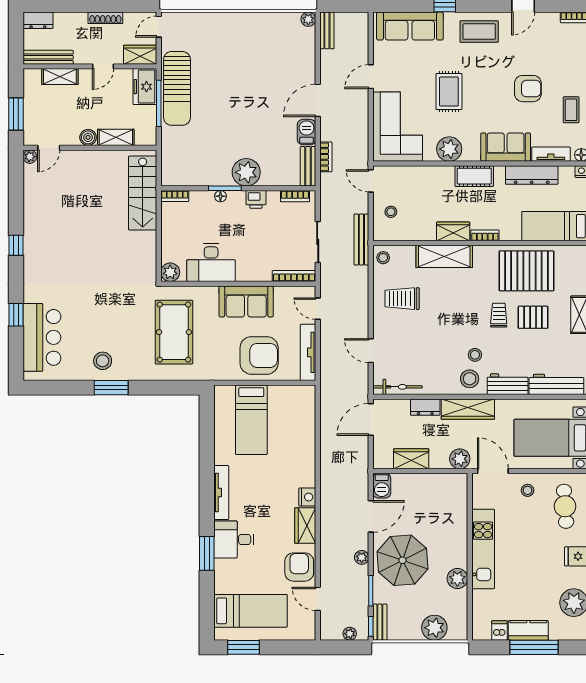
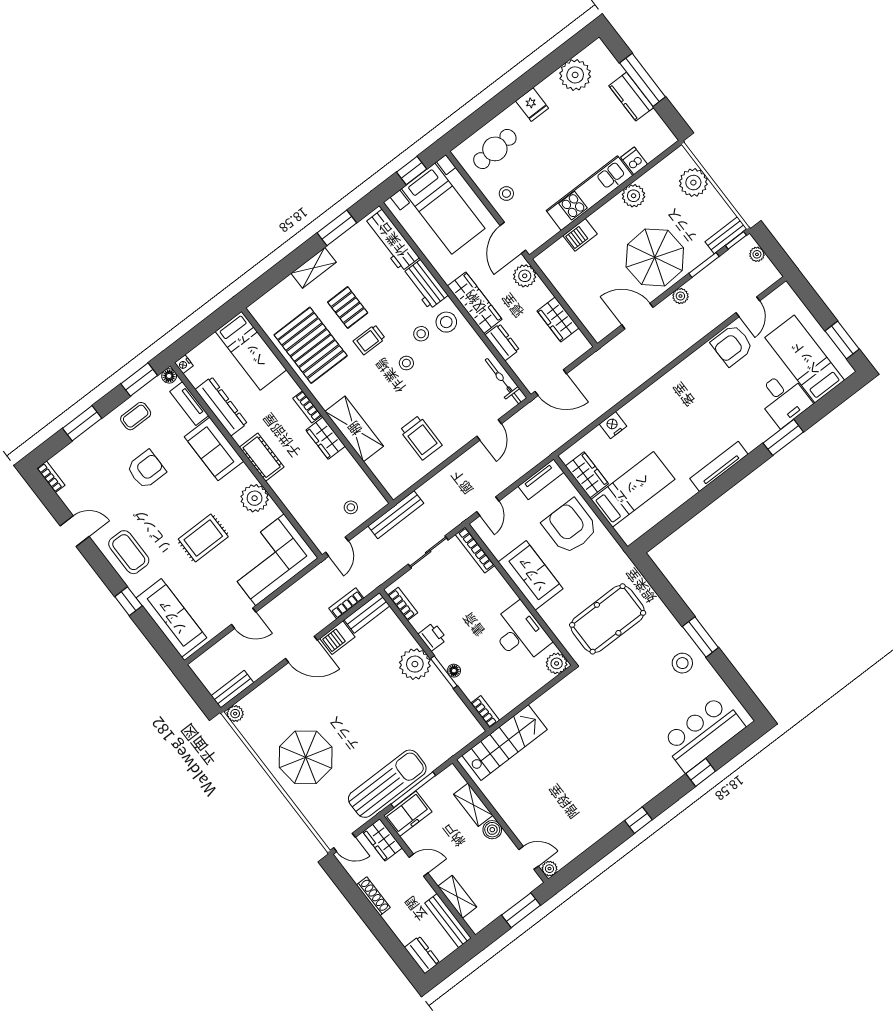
parasol: (240, 45) -> (306, 757), added
armchair: (528, 89) -> (146, 469), turned 90
stool: (383, 258) -> (406, 363), moved
tv unit: (308, 352) -> (541, 479), width x0.71
barbecue: (382, 486) -> (580, 235), moved, turned 180
nightstand: (307, 497) -> (613, 425), moved
wardrobe: (305, 526) -> (587, 475), moved, turned -90
desk: (234, 540) -> (783, 399), moved
dishwasher: (499, 630) -> (634, 161), moved, turned 90

